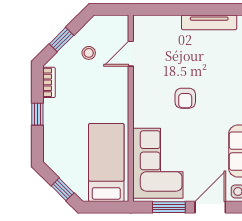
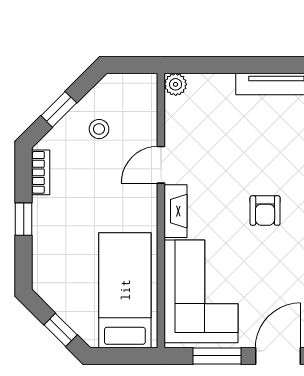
plant: (141, 23) -> (176, 84), added
door: (131, 54) -> (161, 165), moved
armchair: (185, 98) -> (265, 211), moved
fireplace: (141, 109) -> (176, 211), added

